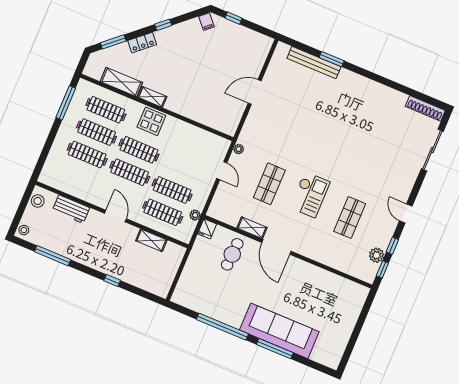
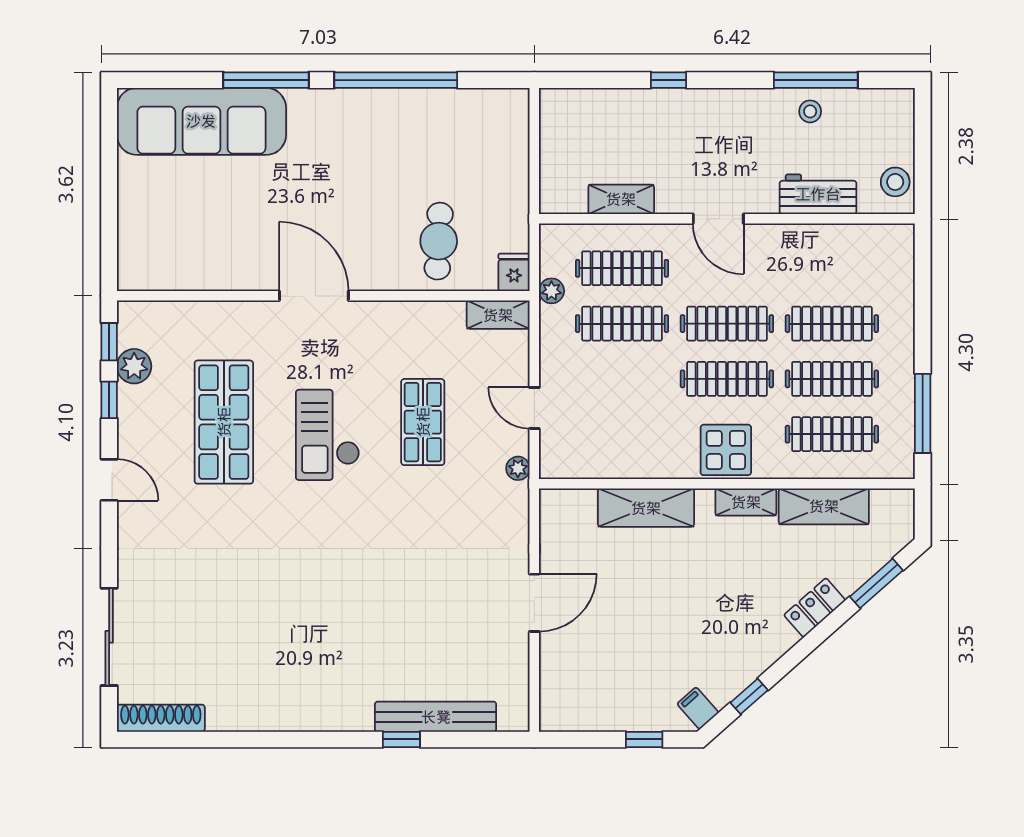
window: (163, 25) -> (749, 696), moved
window: (332, 59) -> (401, 739), width x0.67
shelving: (193, 112) -> (646, 508), added
shop shelf: (350, 217) -> (224, 422), width x1.43, depth x1.36
shelving: (252, 228) -> (498, 315), moved
stool: (24, 230) -> (810, 111), moved
door: (276, 247) -> (314, 296), moved
sofa: (279, 331) -> (201, 121), moved

